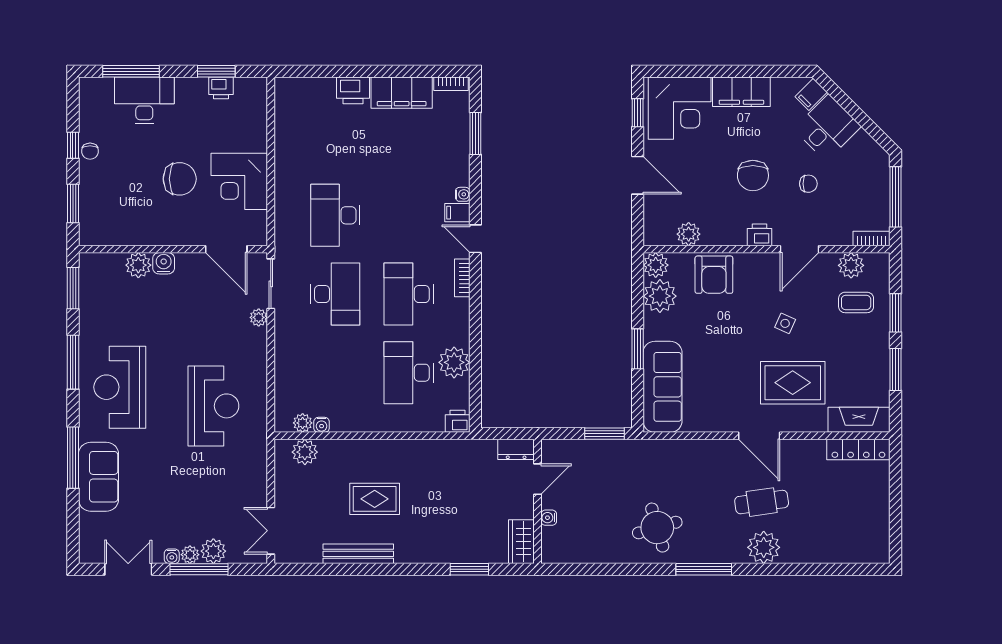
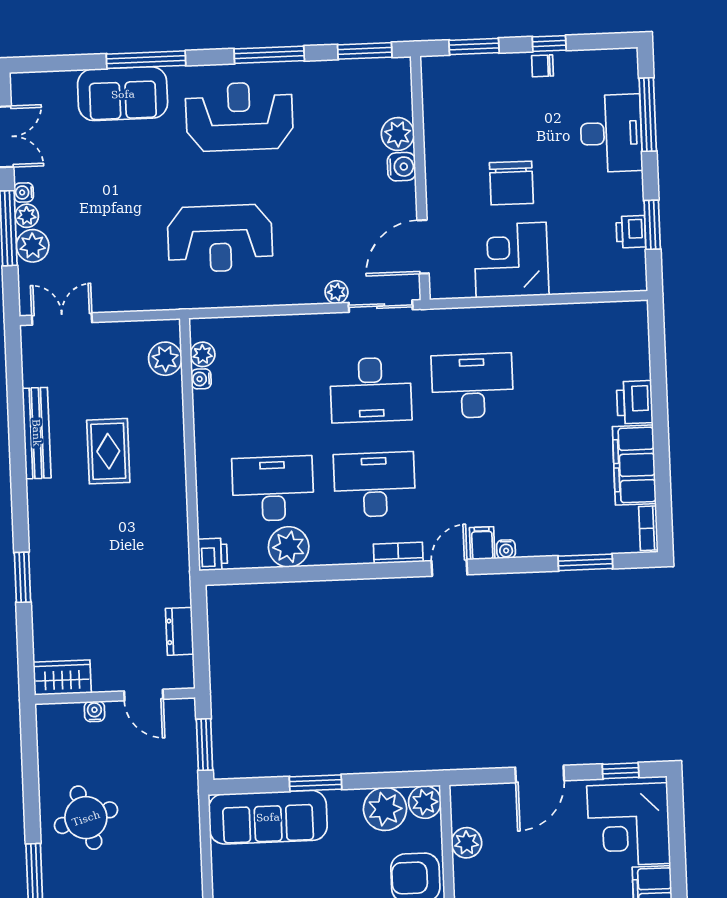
door: (538, 479) -> (144, 695), moved
wall: (538, 501) -> (115, 696), moved
water cooler: (549, 518) -> (94, 711), moved
wardrobe: (521, 542) -> (62, 677), moved

